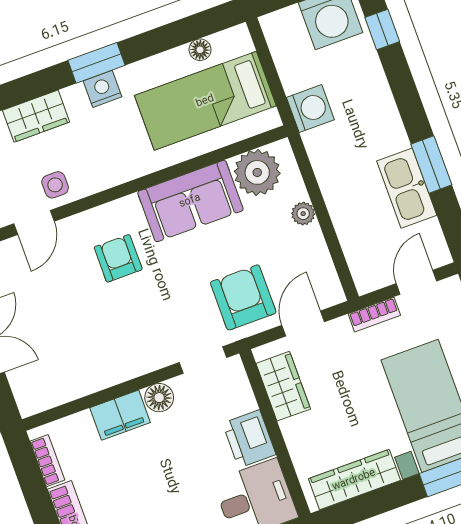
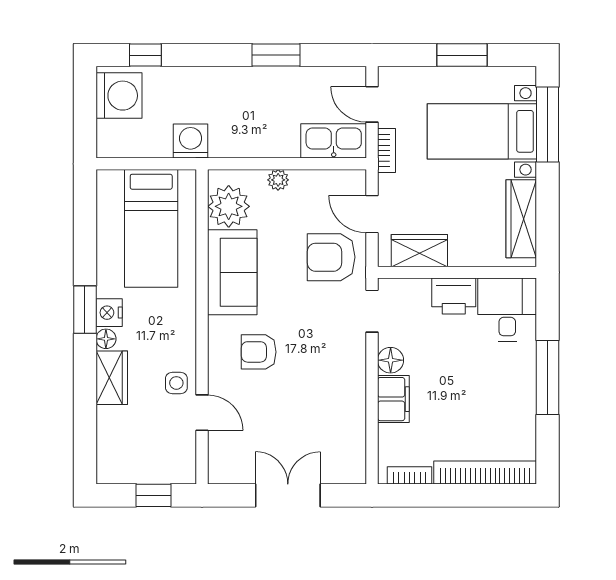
floor lamp: (200, 50) -> (106, 339), moved
kitchen sink: (407, 188) -> (334, 141), moved, turned 180

